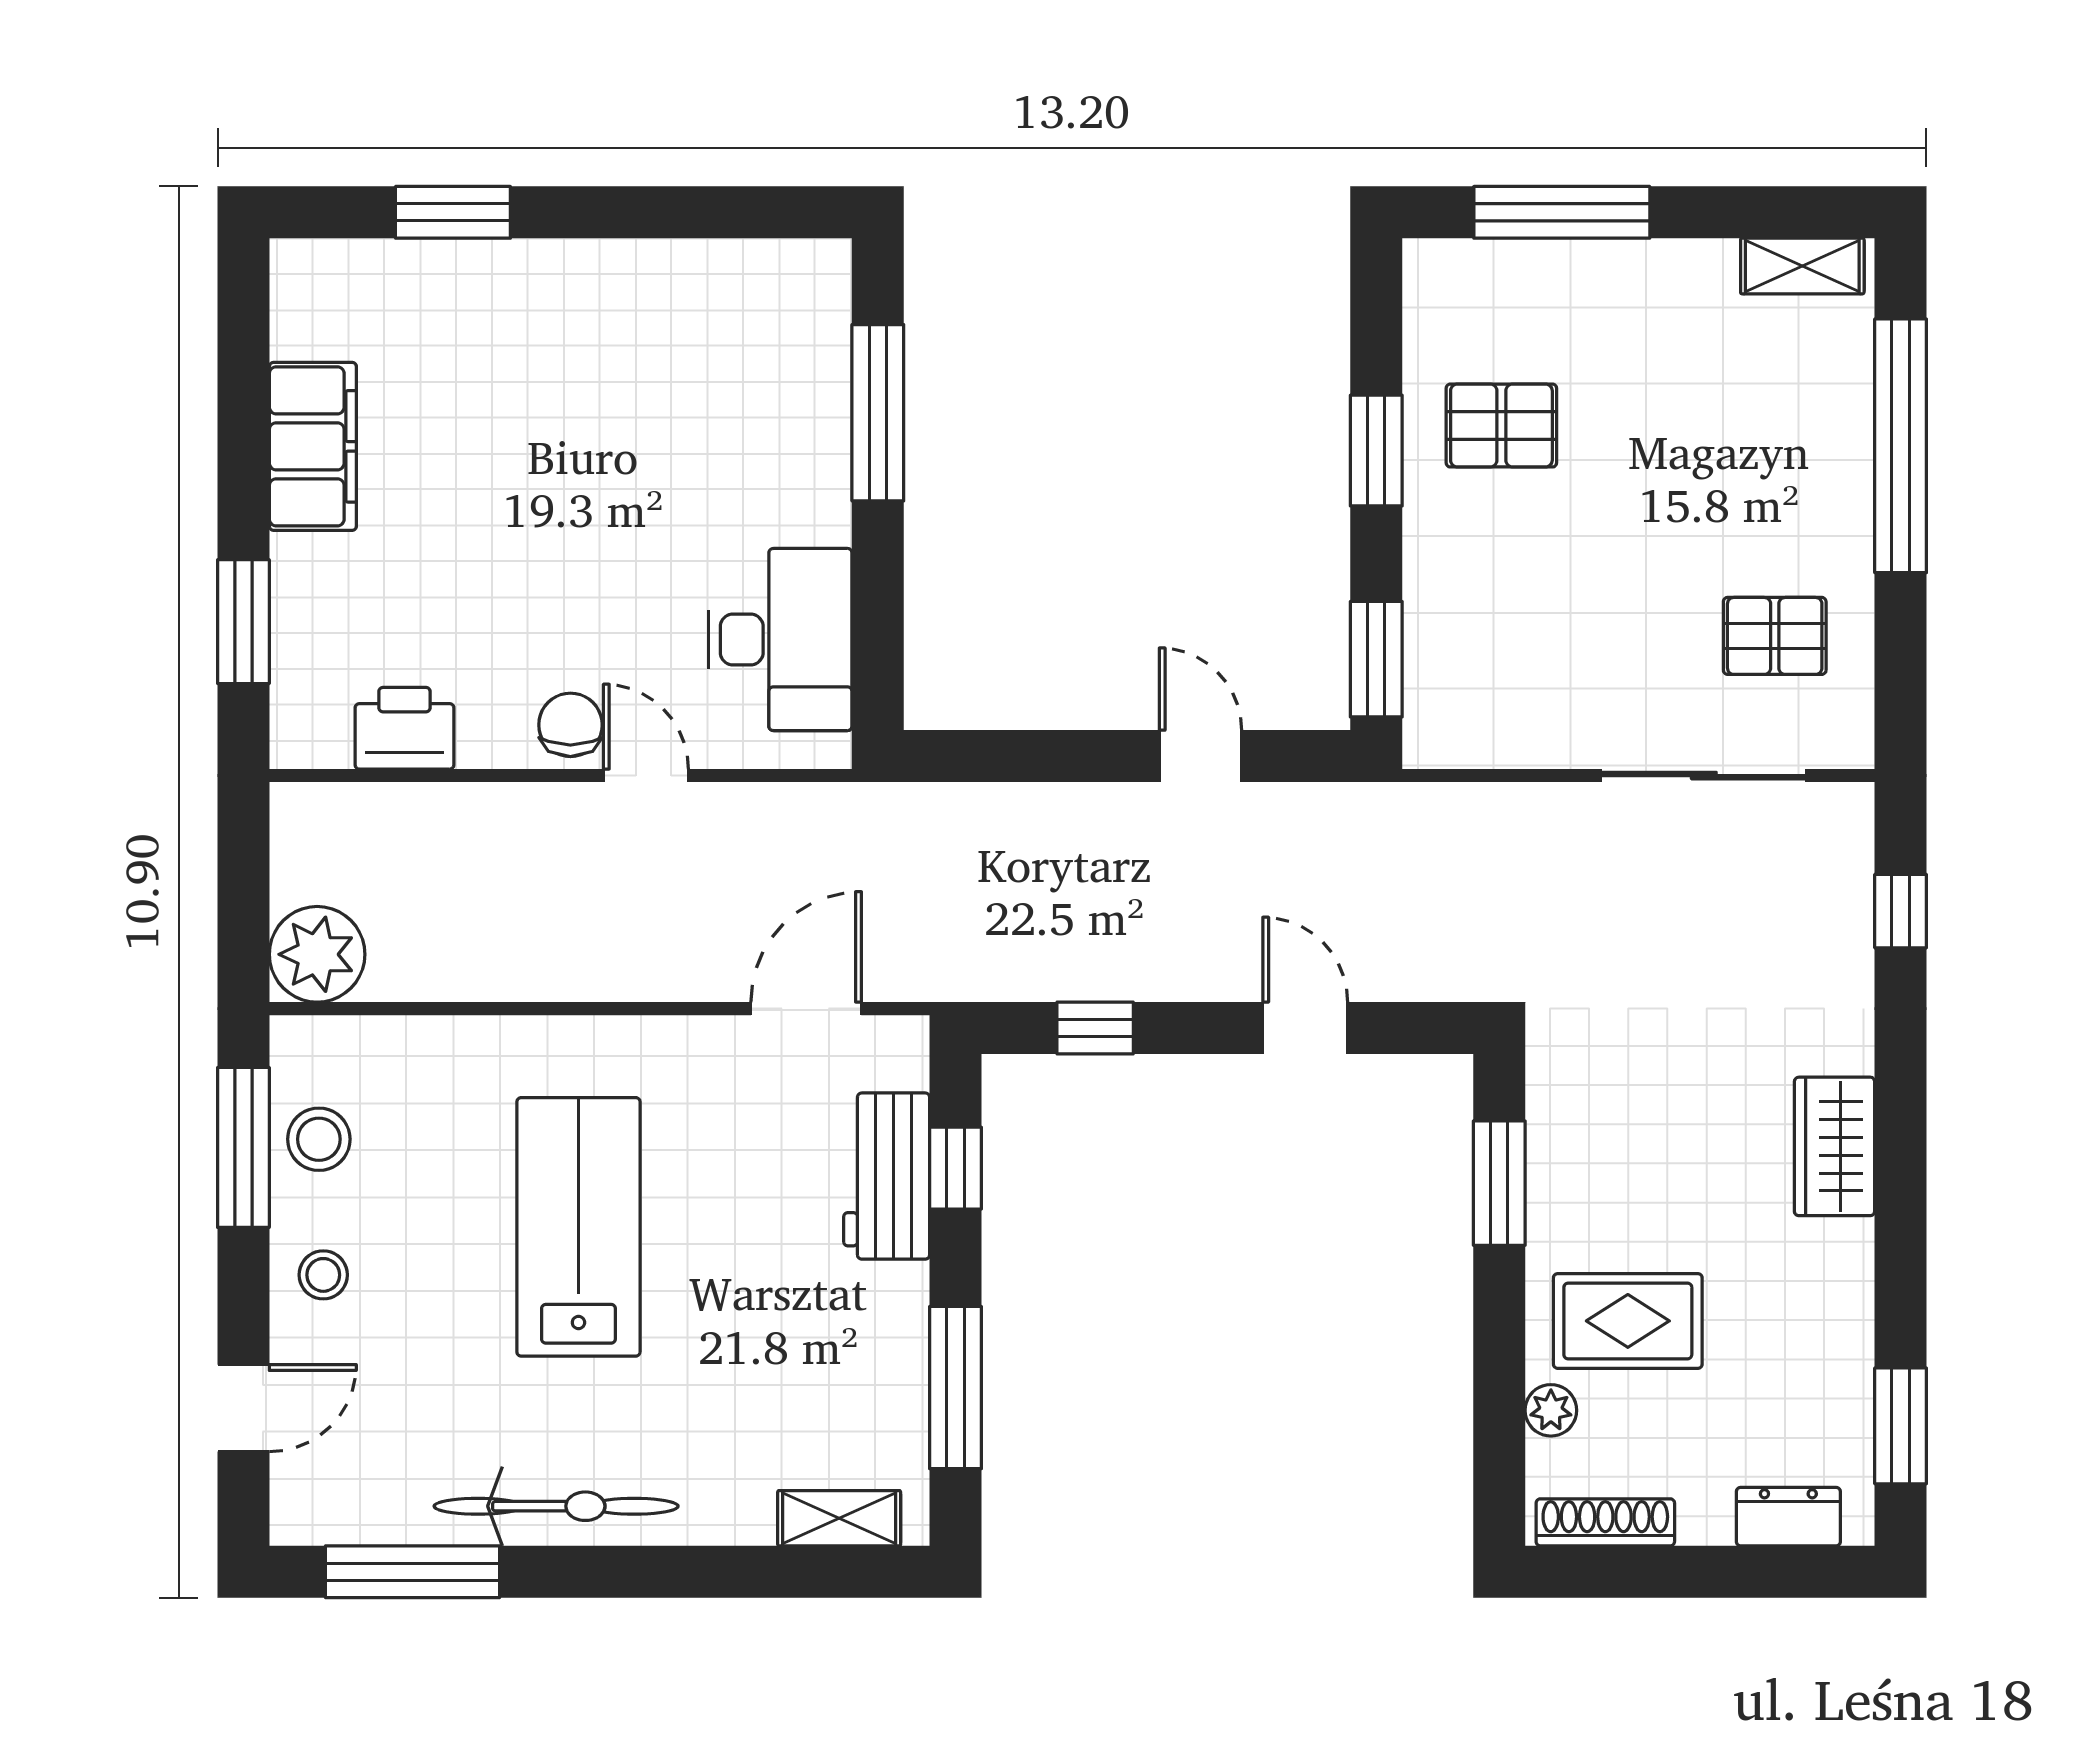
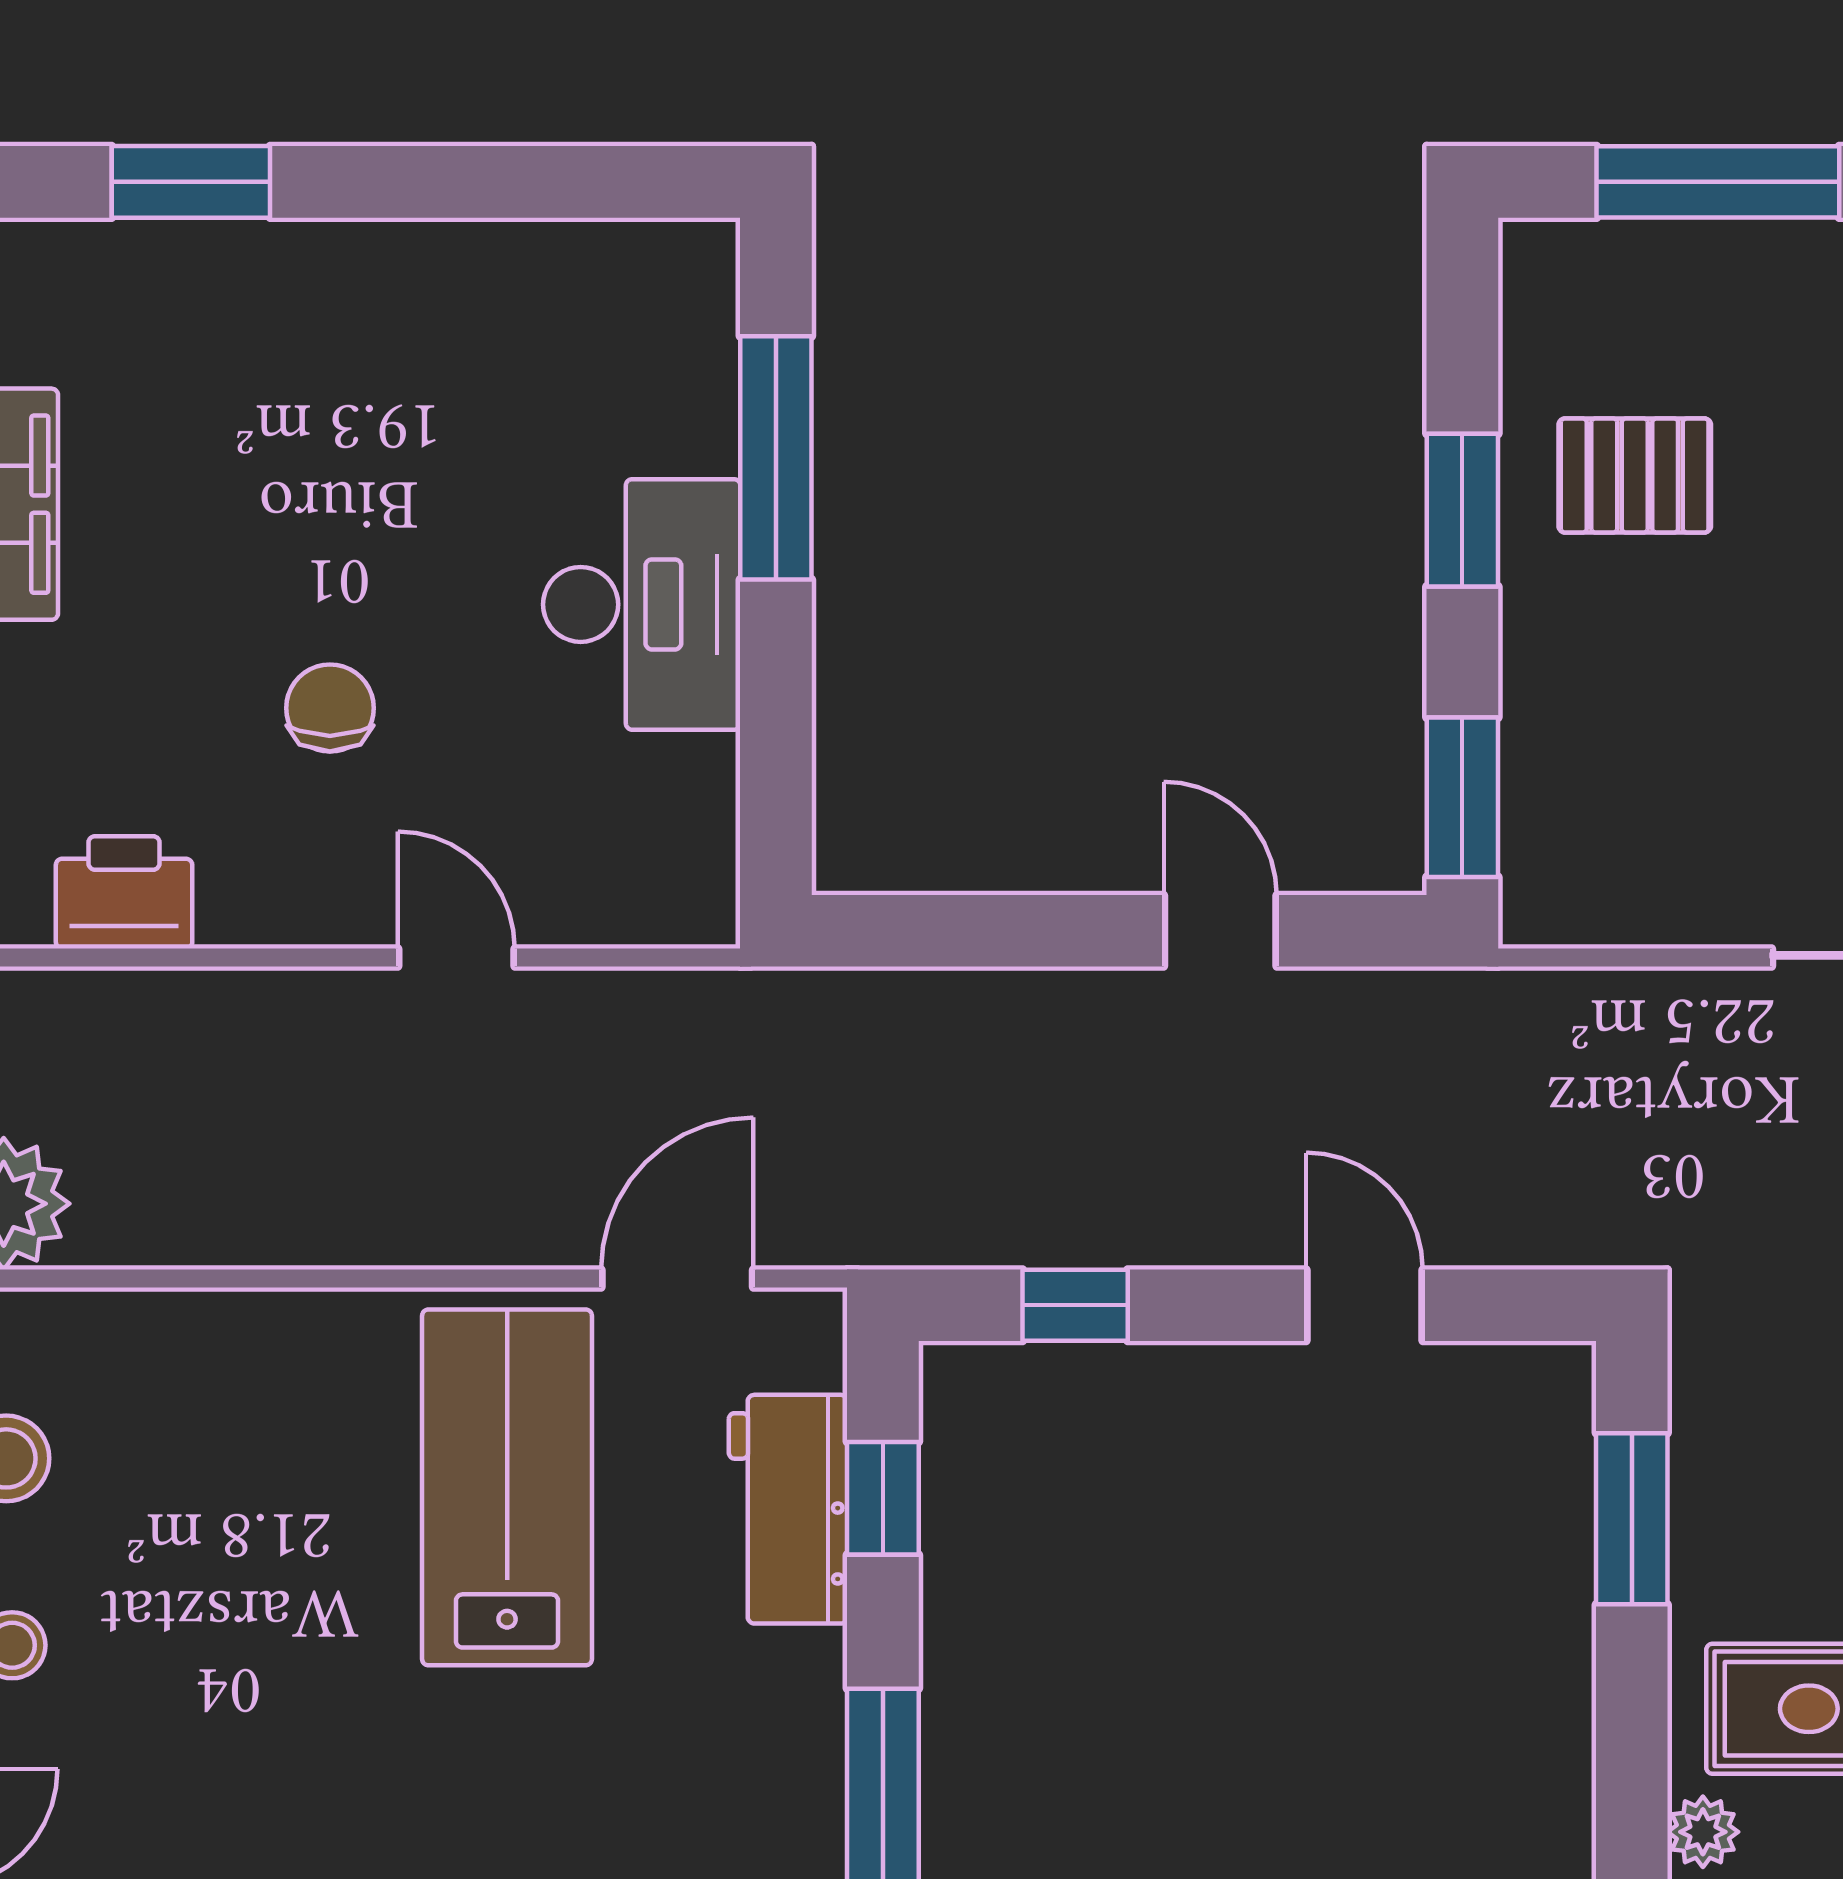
desk: (780, 640) -> (642, 604), moved
chair: (570, 725) -> (330, 708), moved
lab bench: (578, 1227) -> (507, 1487), moved

